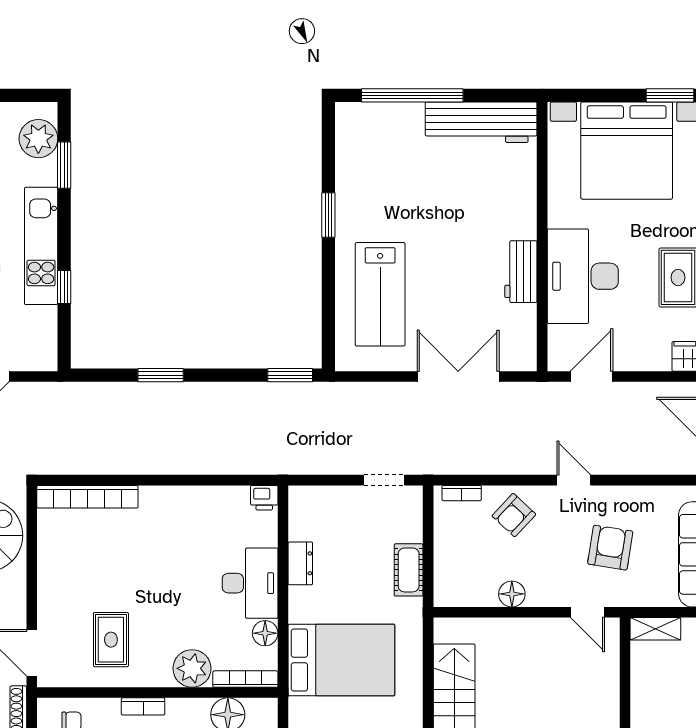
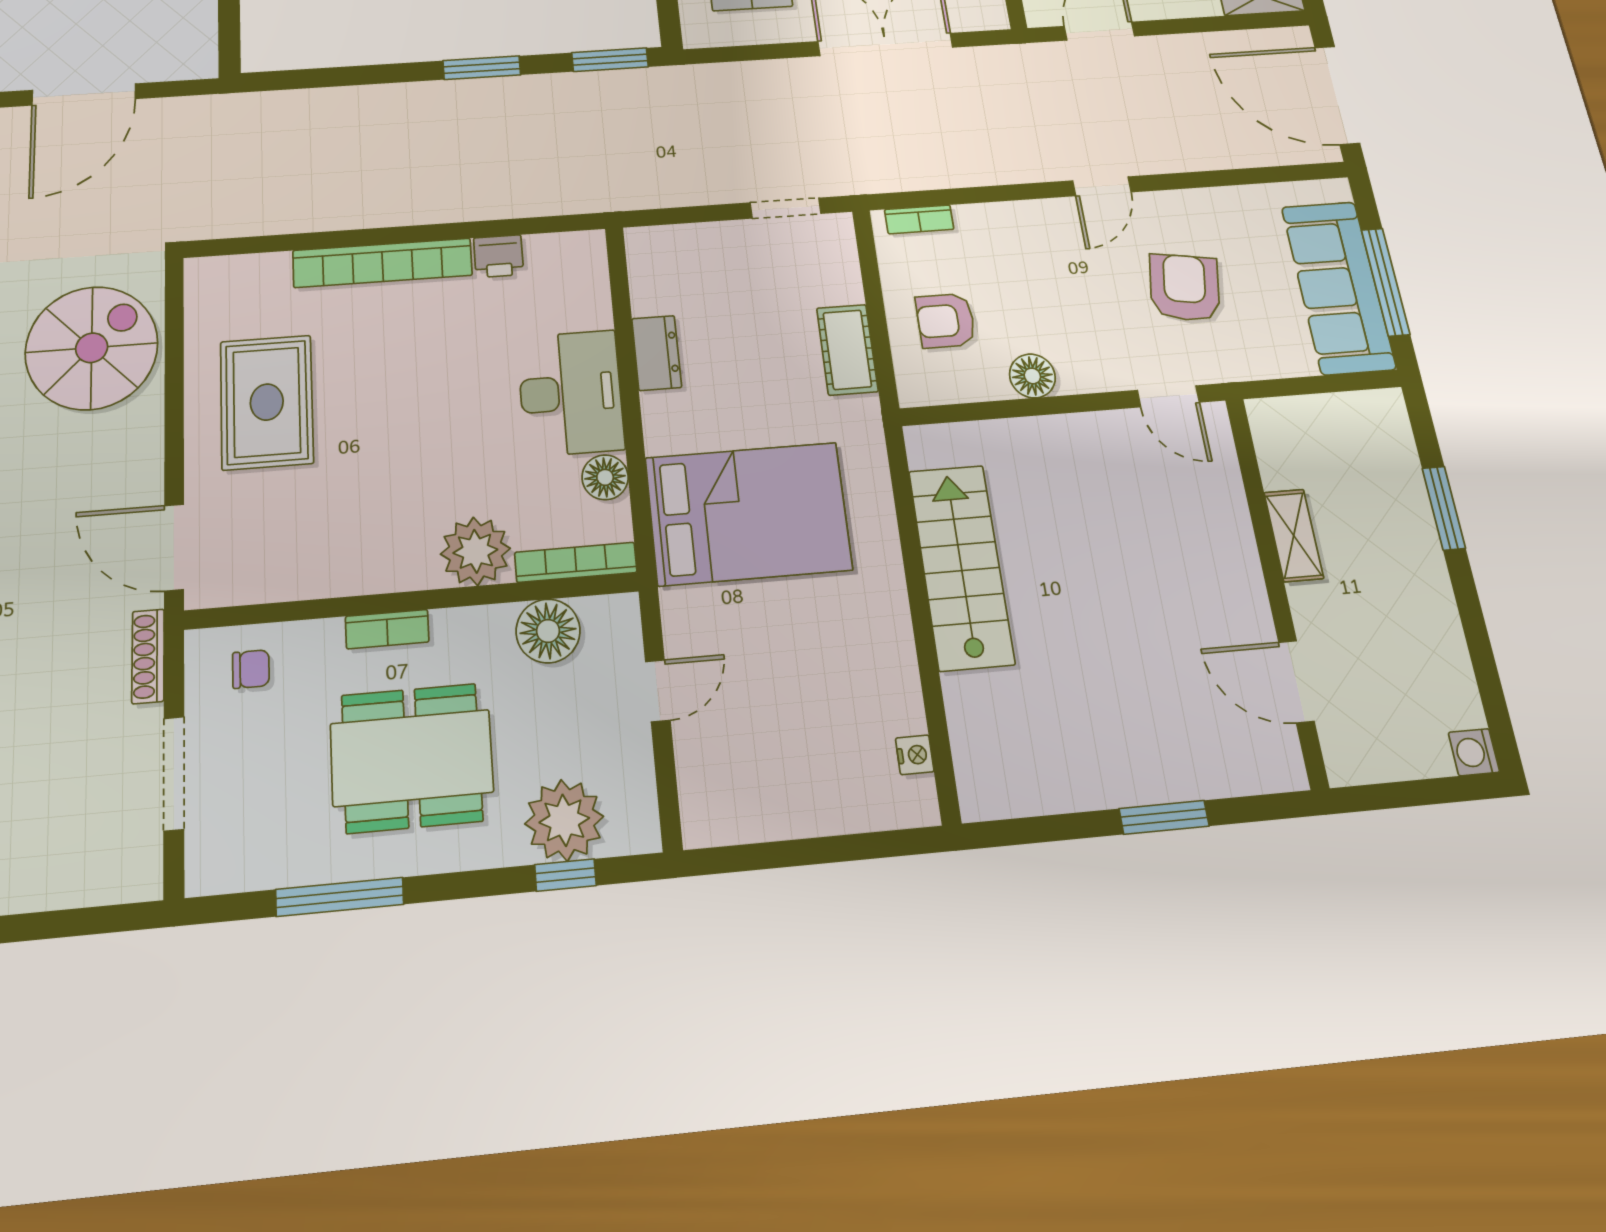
window: (161, 375) -> (482, 68), moved
door: (574, 480) -> (1102, 186), swing flipped
bookcase: (87, 497) -> (382, 263), moved
printer: (264, 498) -> (499, 256), moved
armchair: (514, 515) -> (946, 321), moved, turned 47
shelving: (655, 629) -> (1294, 535), moved, turned 90
rug: (111, 640) -> (267, 402), moved, width x1.36, depth x1.43

